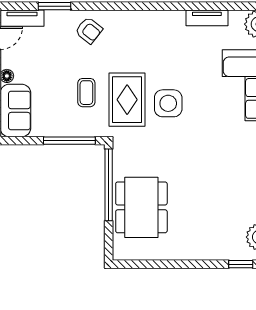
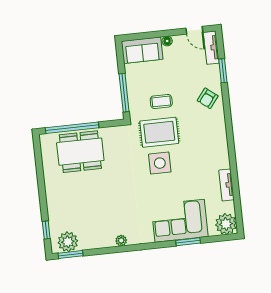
window: (109, 185) -> (72, 128), moved

